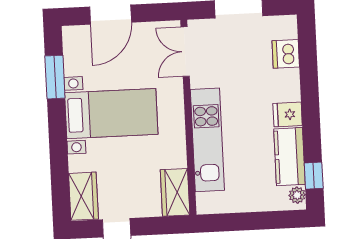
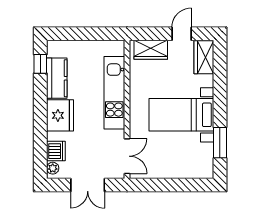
door: (111, 15) -> (178, 185), removed
fridge: (288, 114) -> (60, 115), width x1.88, depth x1.34
wardrobe: (175, 192) -> (151, 50), moved, turned 90
plant: (297, 195) -> (53, 168), moved

